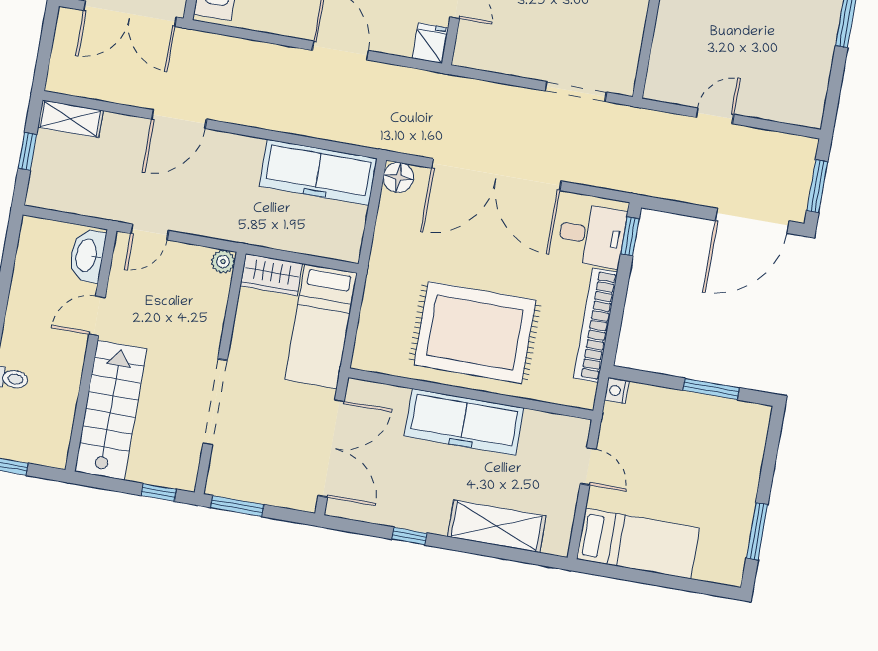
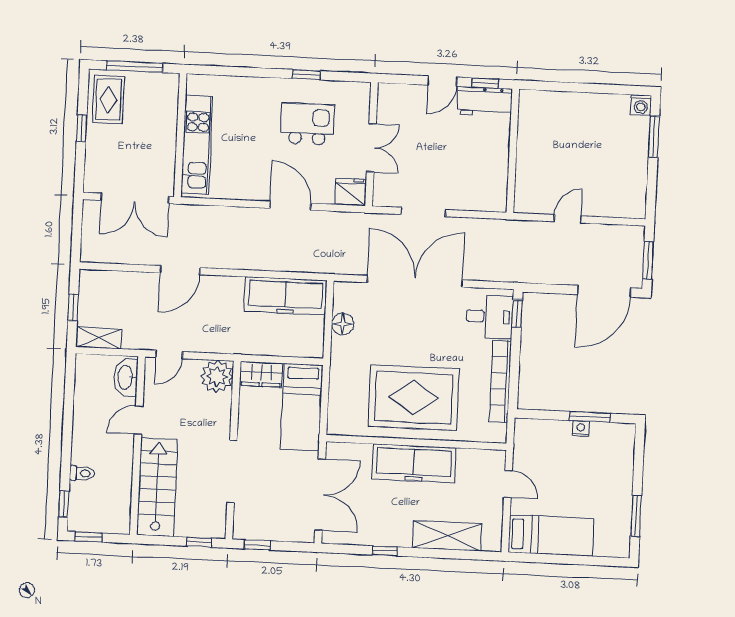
fridge: (430, 43) -> (351, 192), width x1.38
doorway: (576, 92) -> (423, 212), moved
shelving: (71, 119) -> (99, 338), moved
double door: (496, 175) -> (415, 281), swing flipped
floor lamp: (398, 177) -> (343, 324), moved
plant: (223, 262) -> (217, 376), width x1.87, depth x1.87
nightstand: (617, 391) -> (581, 429), moved, turned 90
window: (237, 506) -> (257, 545), width x0.67

